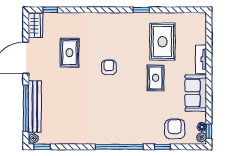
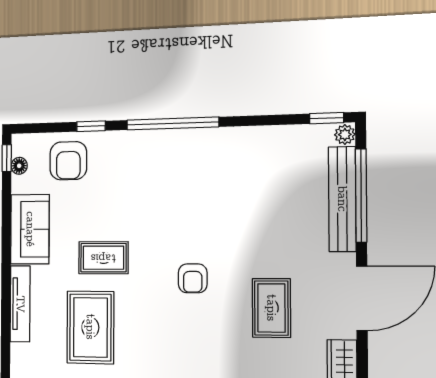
tv unit: (201, 59) -> (20, 304), width x1.41
rug: (156, 78) -> (103, 258), turned 90
plant: (201, 137) -> (20, 146), removed

